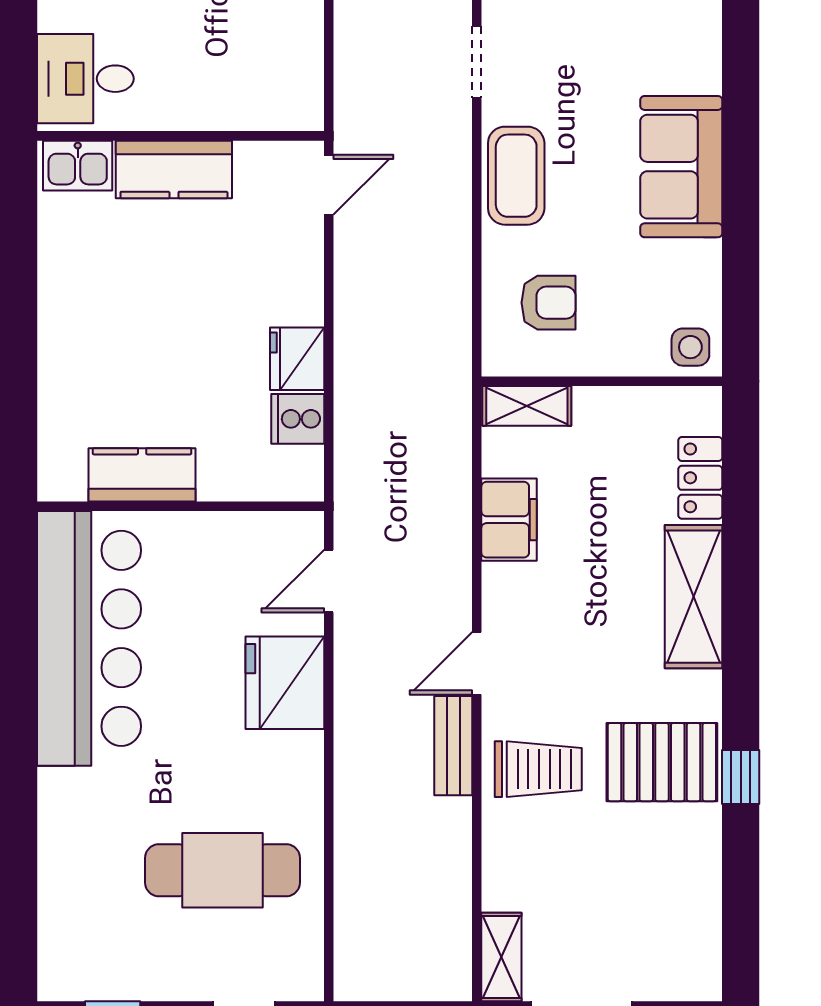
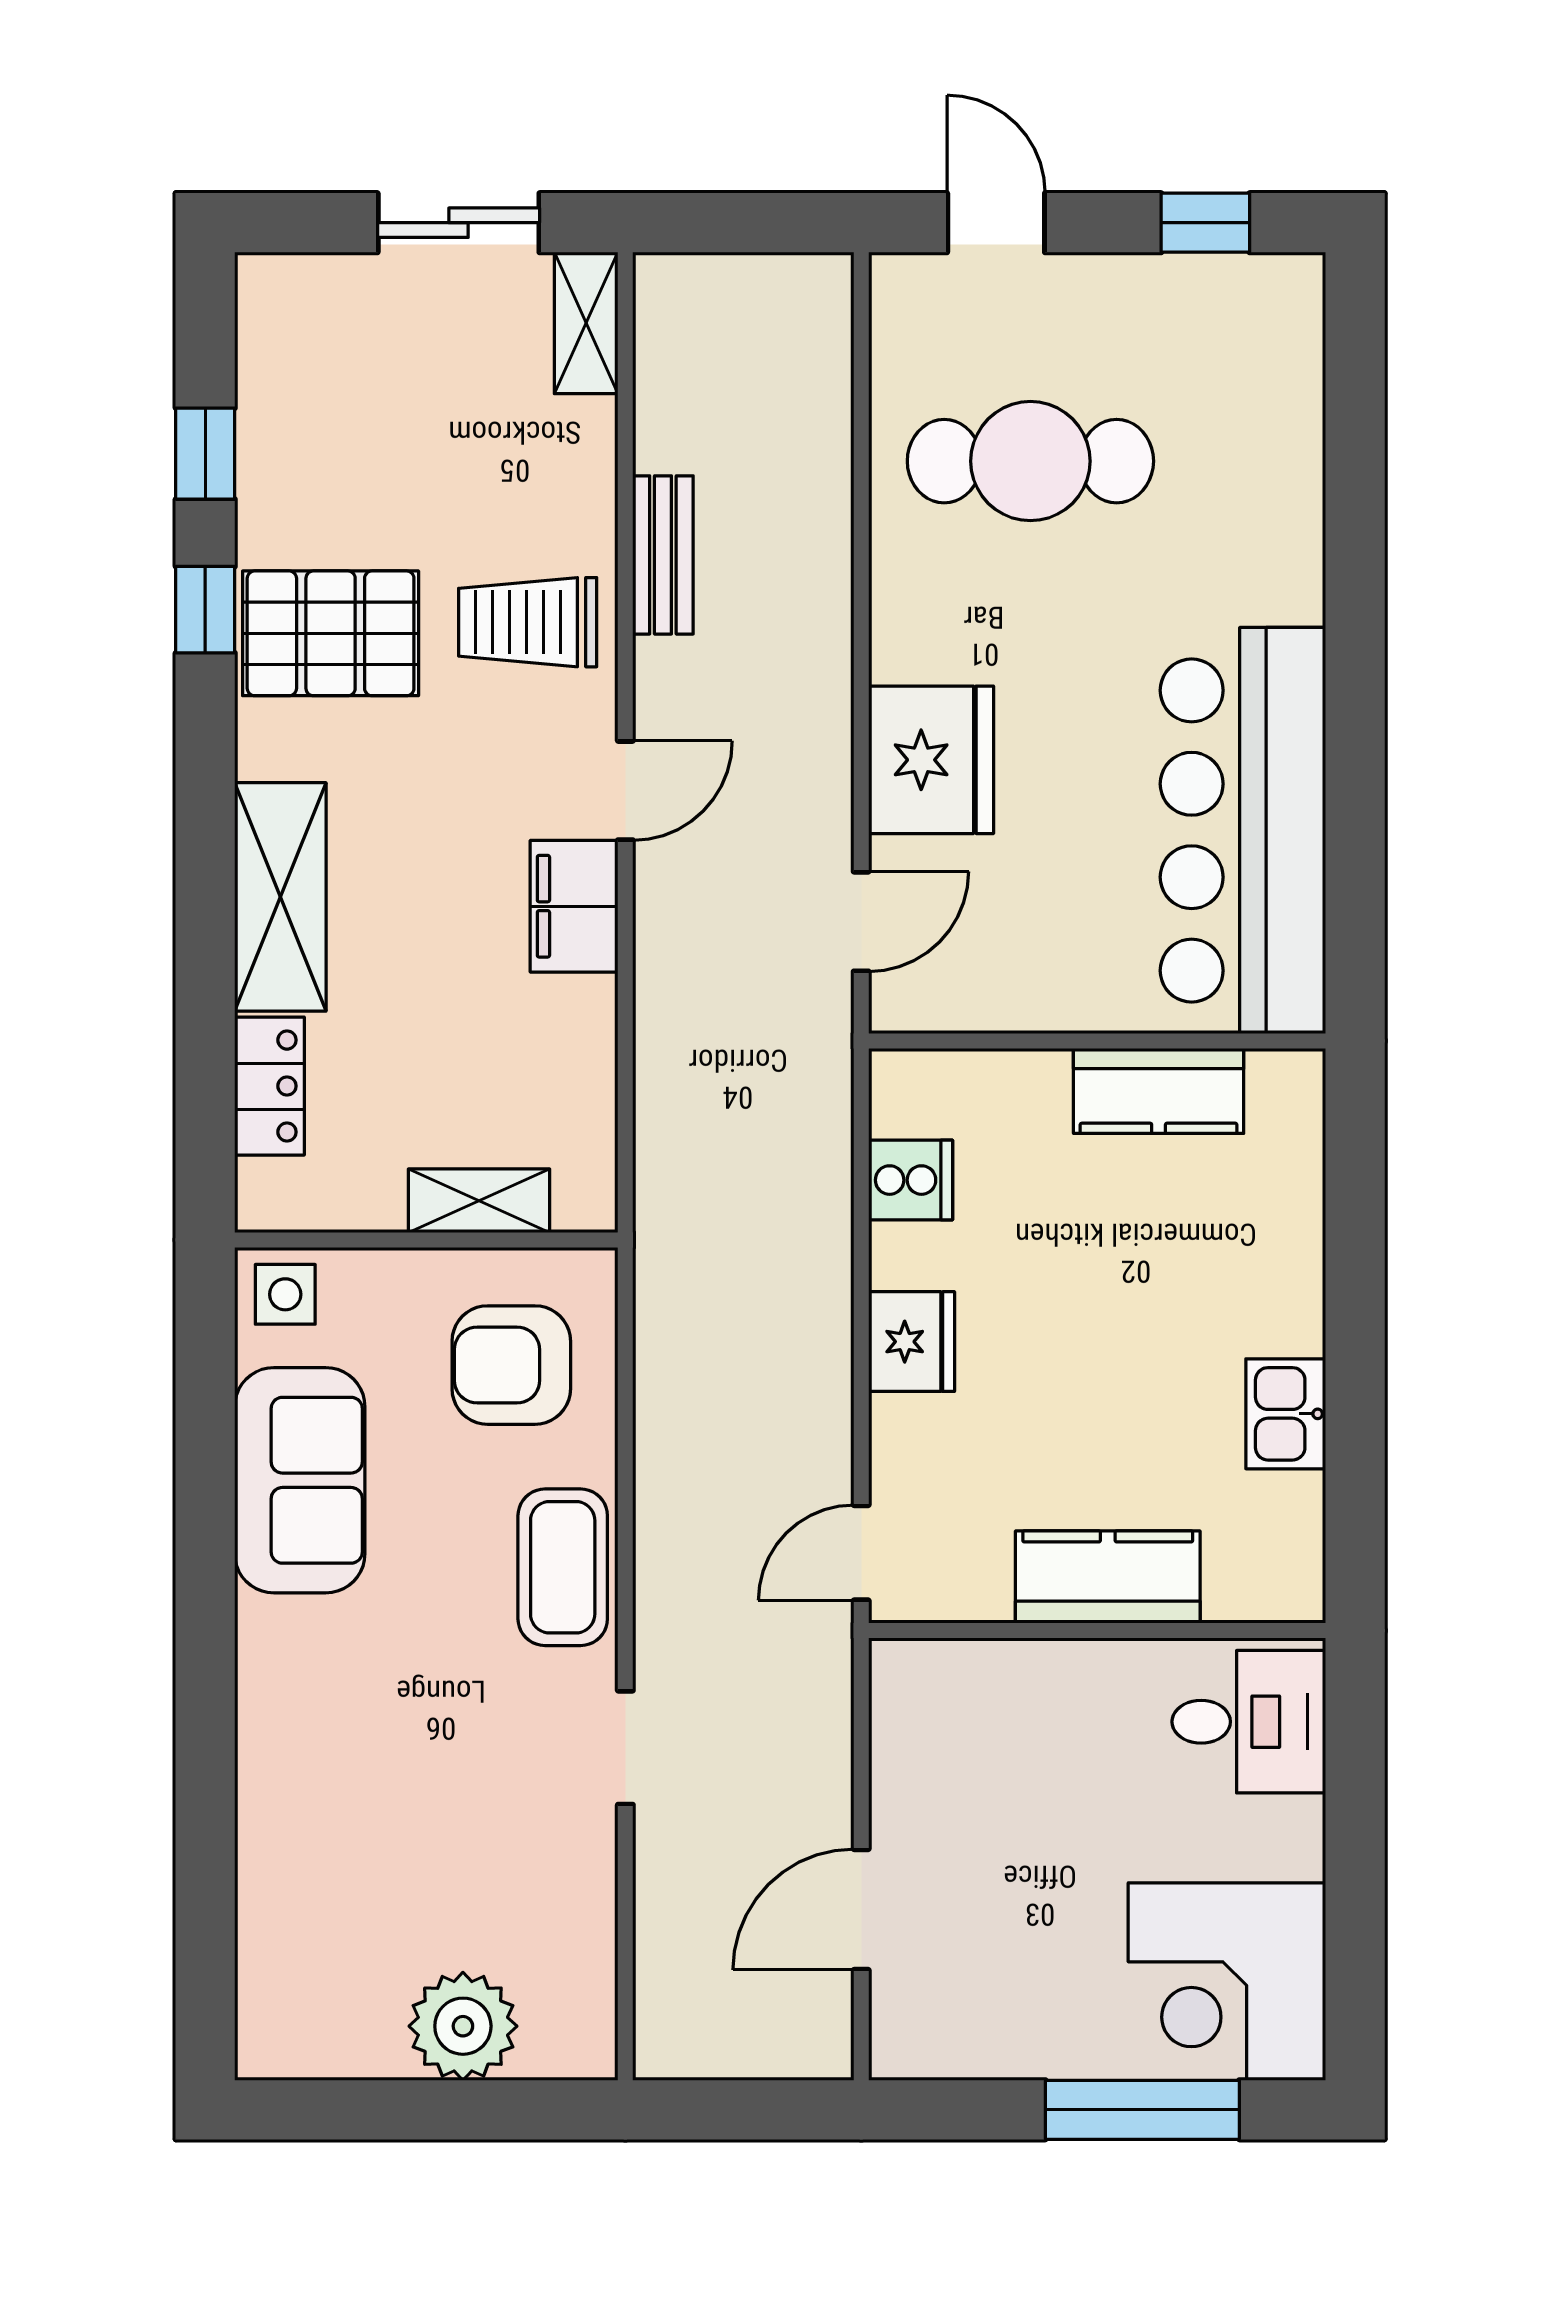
kitchen sink: (78, 166) -> (1286, 1414), moved, turned -90
sofa: (681, 167) -> (300, 1480), moved
armchair: (548, 303) -> (511, 1365), width x1.38, depth x1.38
fridge: (297, 359) -> (912, 1342), moved
shelving: (527, 406) -> (479, 1201), moved
filing cabinet: (509, 520) -> (574, 906), moved
bench: (453, 746) -> (663, 555), moved
window: (741, 875) -> (205, 454), added

